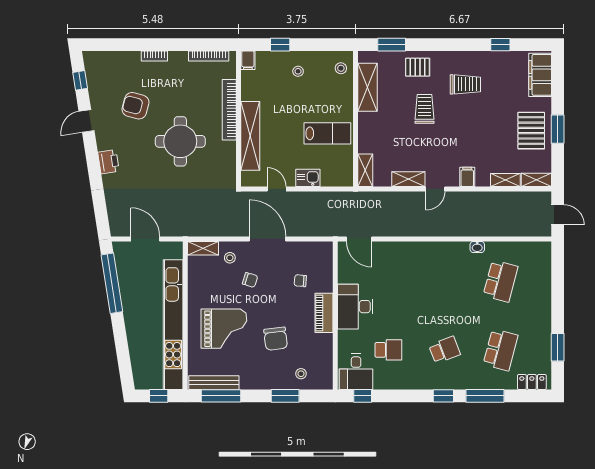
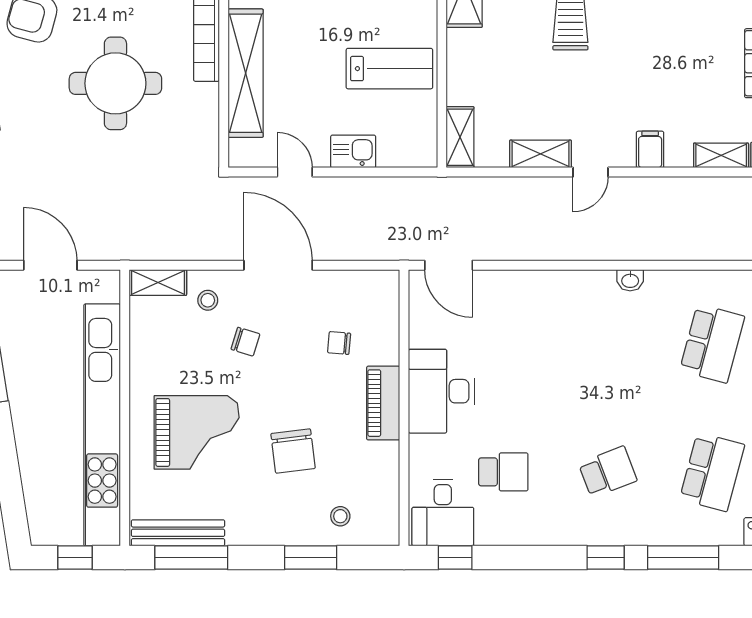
washbasin: (477, 247) -> (630, 280), moved

